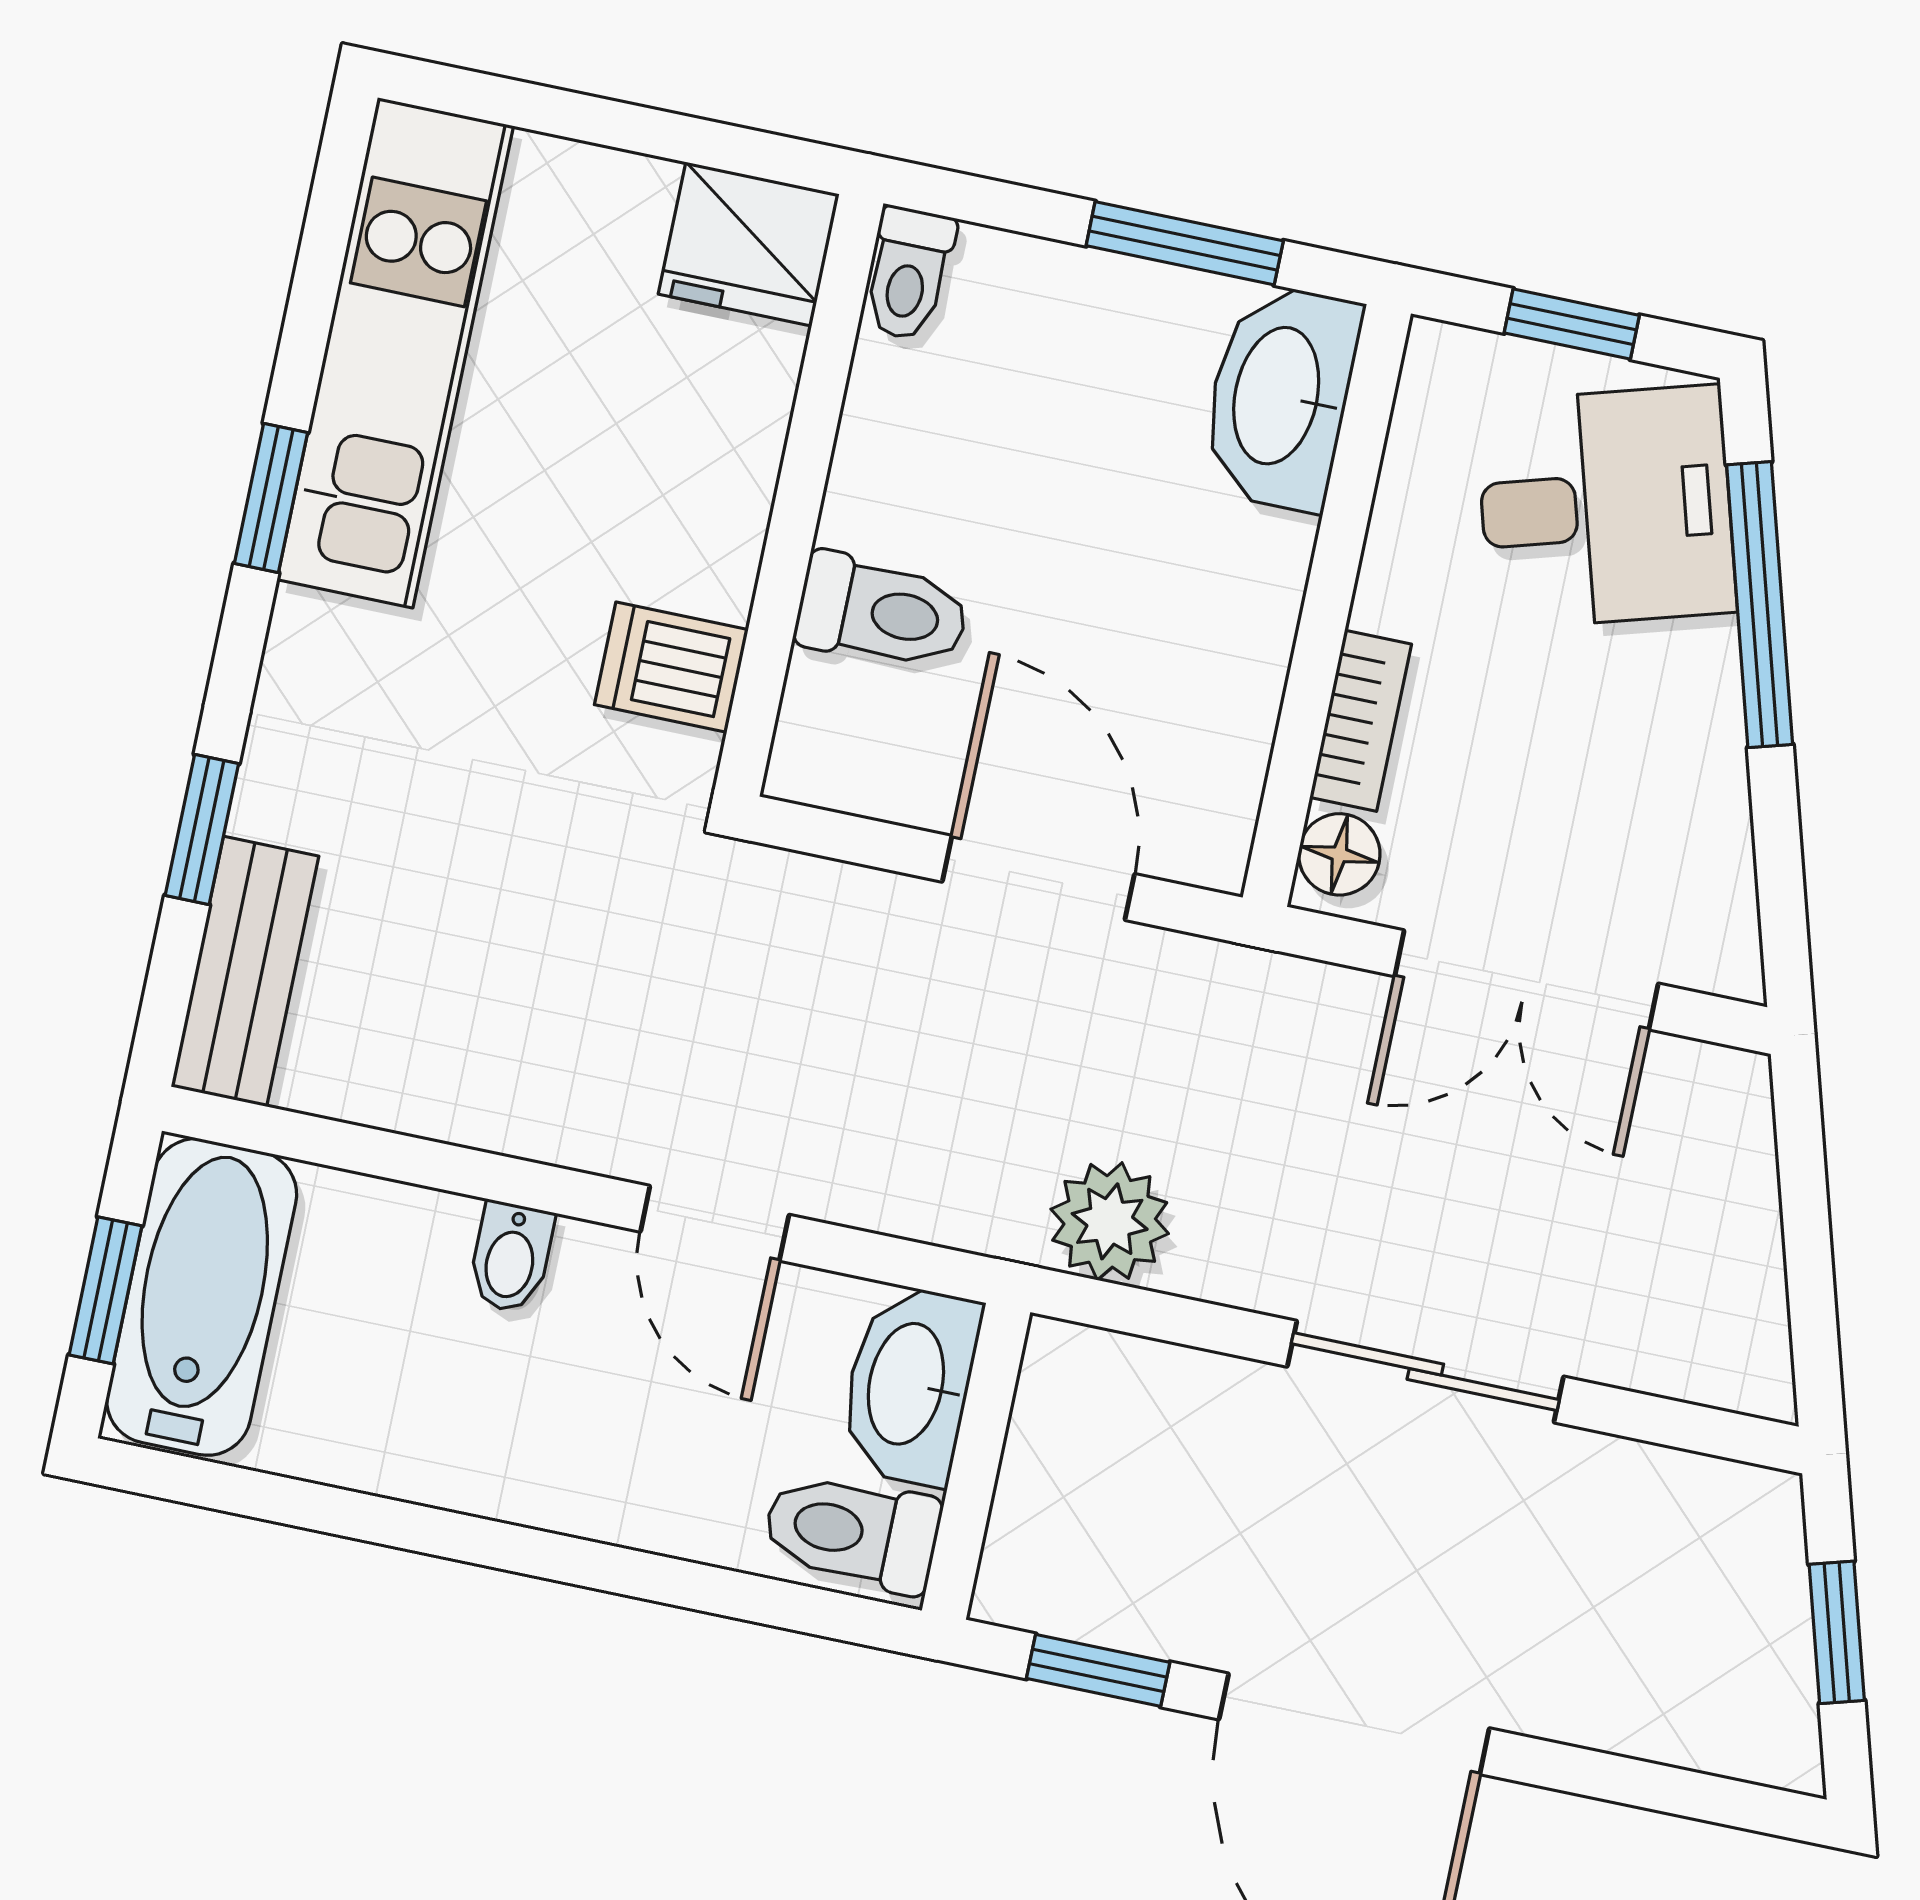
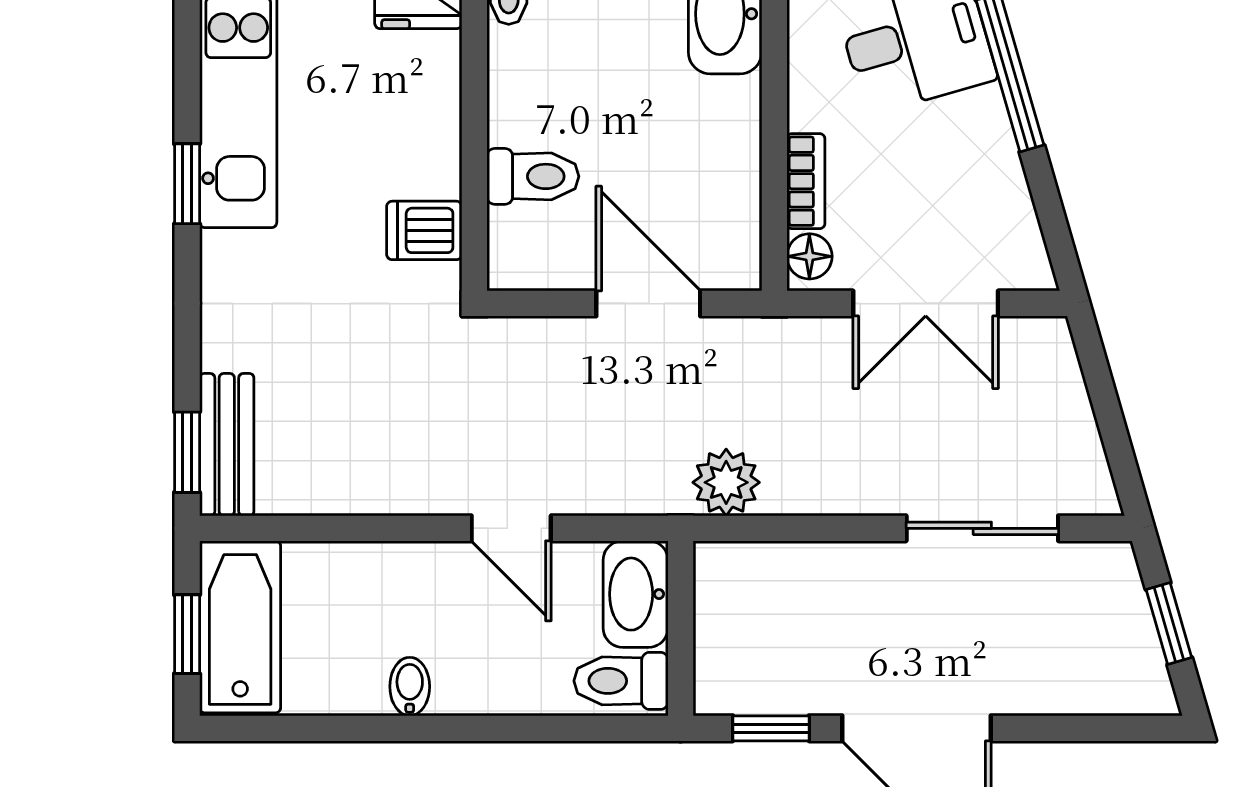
window: (202, 829) -> (187, 452), moved
bidet: (511, 1257) -> (410, 687), moved, turned 180
sliding door: (1425, 1372) -> (982, 528), moved

